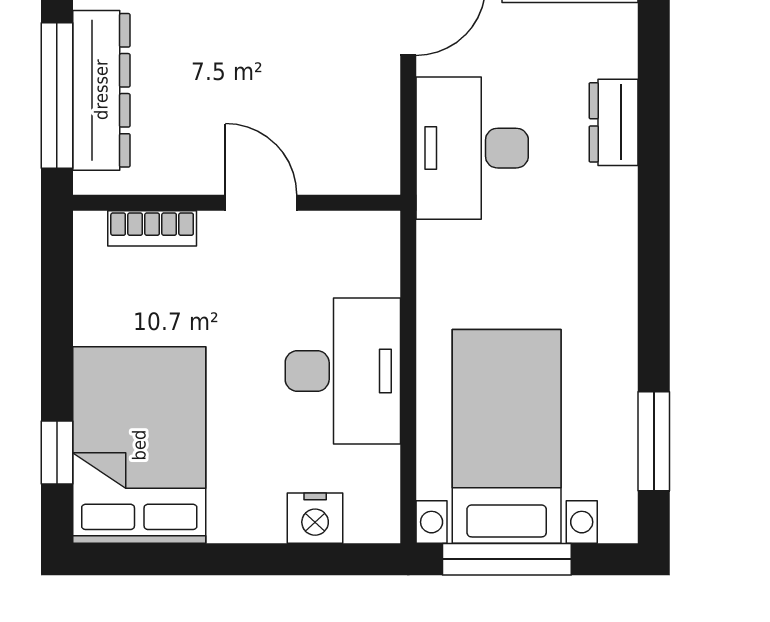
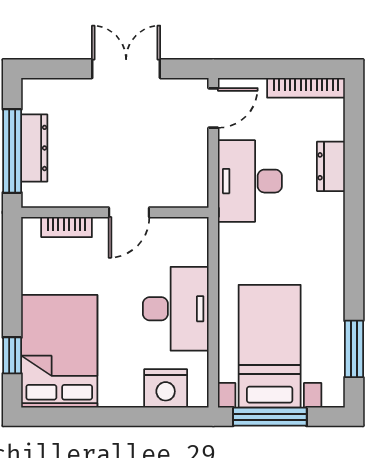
dresser: (101, 90) -> (34, 148), width x0.73, depth x0.80
door: (261, 203) -> (129, 212), swing flipped
nightstand: (315, 518) -> (166, 388), width x1.36, depth x1.33

